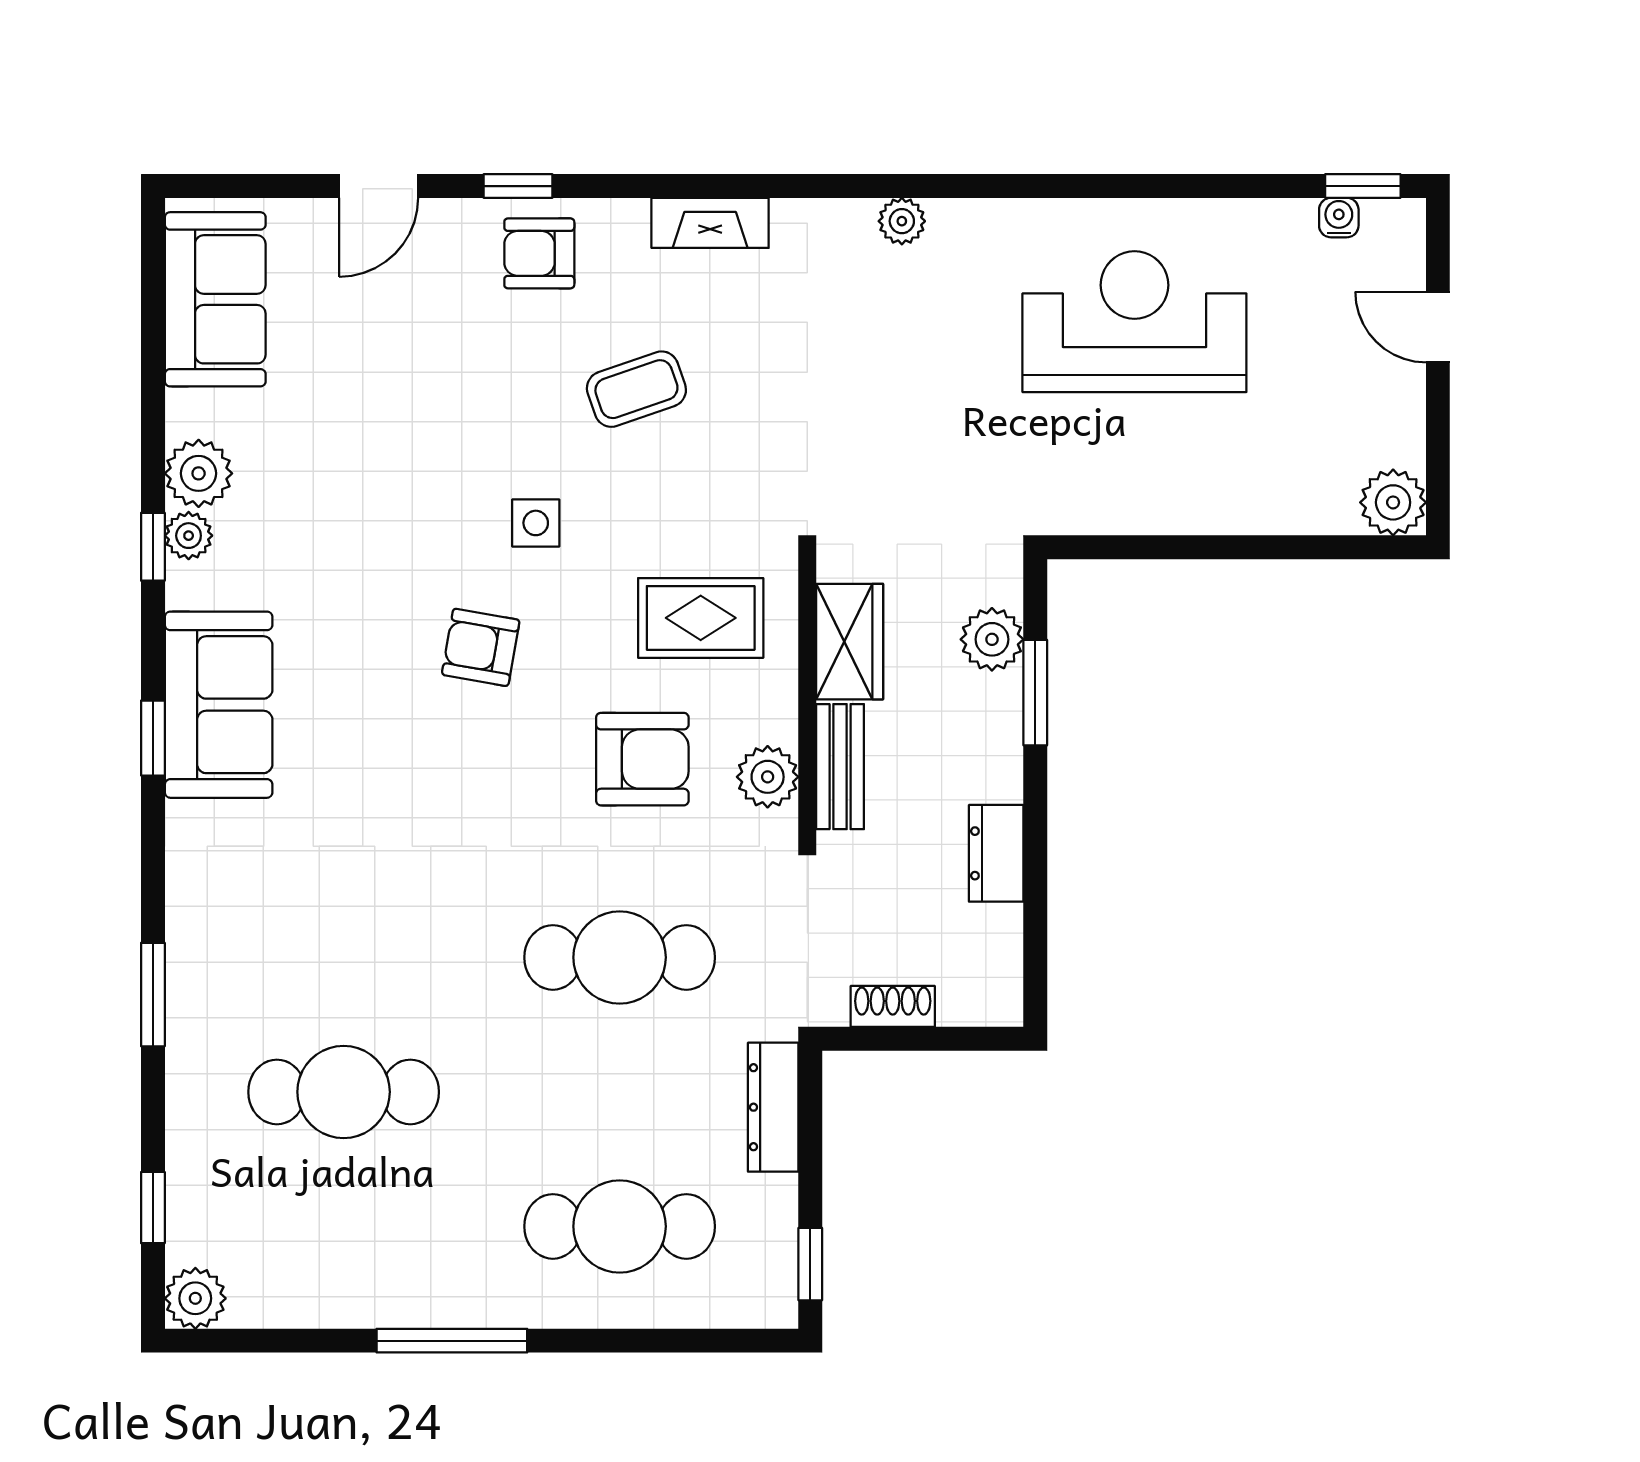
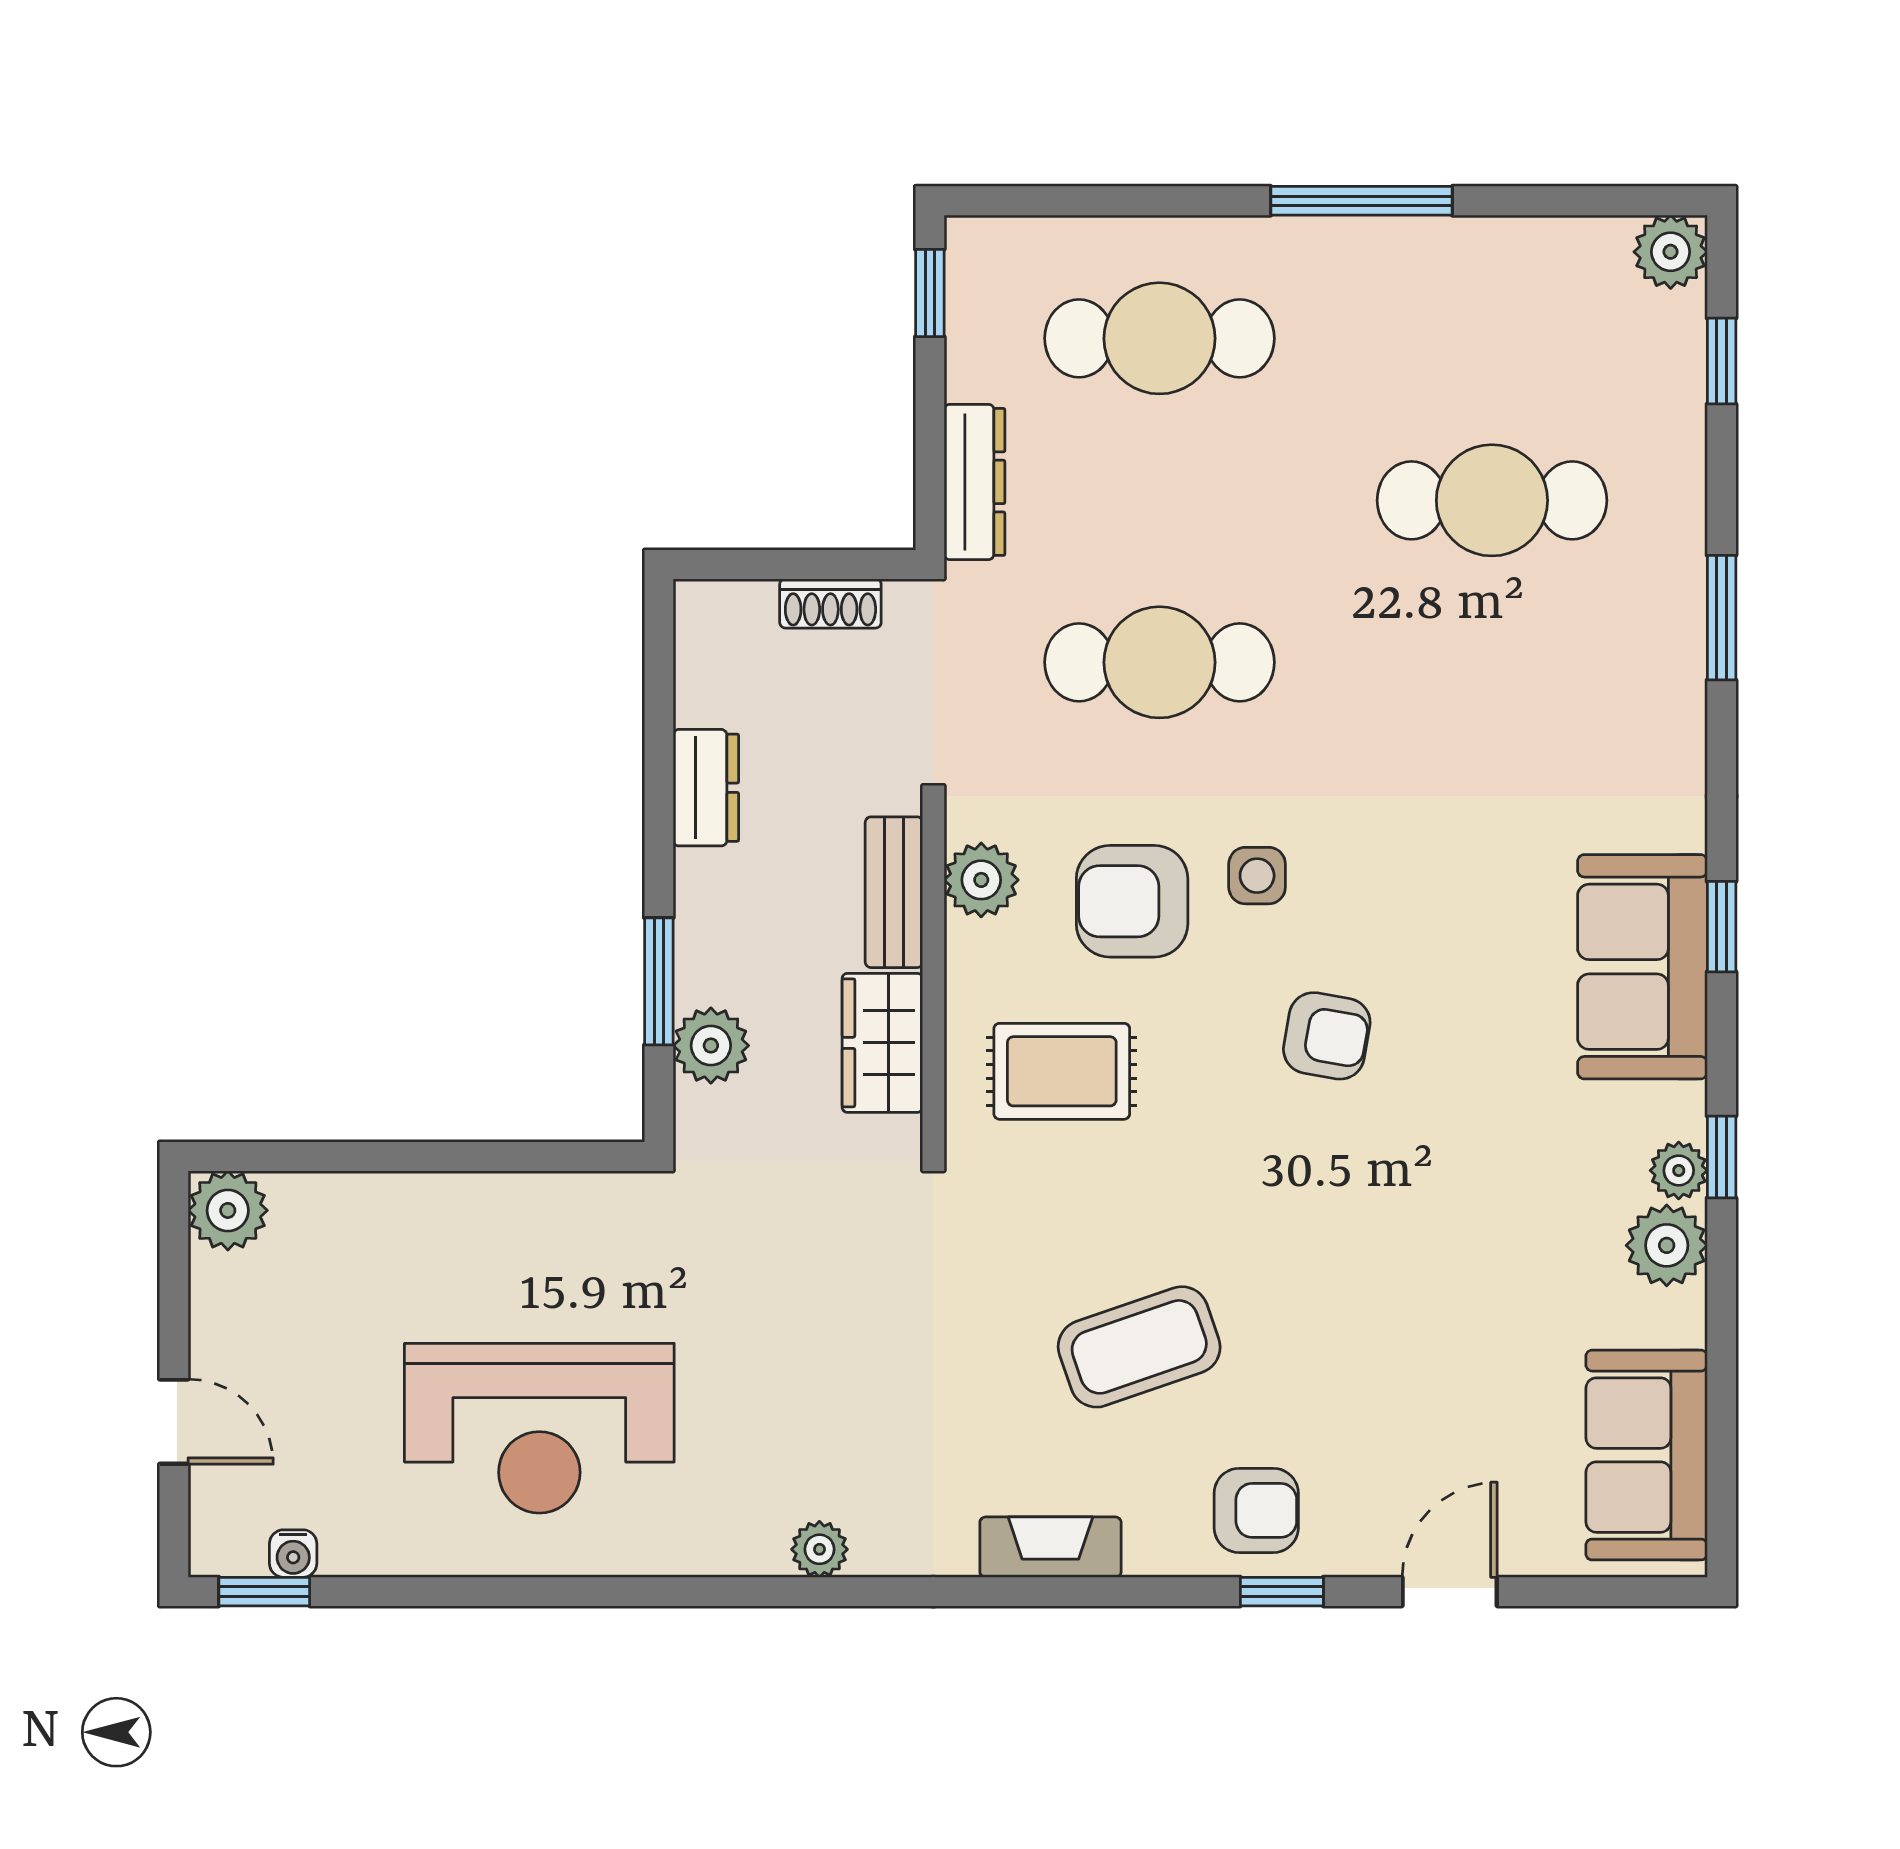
coffee table: (636, 389) -> (1139, 1347), width x1.36, depth x1.30
side table: (536, 523) -> (1257, 876), moved

